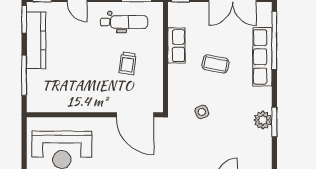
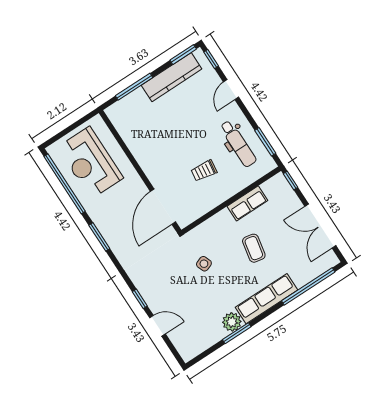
row of seats: (262, 57) -> (266, 299), moved

